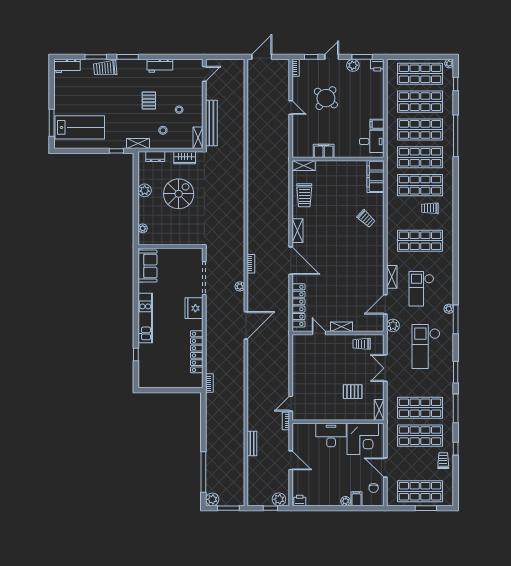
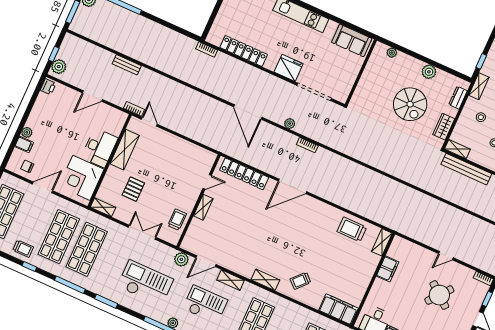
shelving: (298, 231) -> (265, 280), moved
door: (385, 304) -> (206, 261), swing flipped
shelving: (323, 414) -> (125, 150), added

